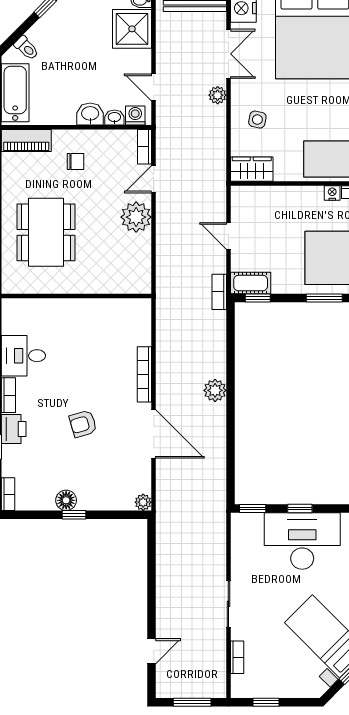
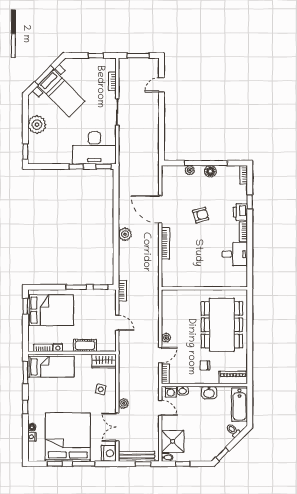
washbasin: (90, 114) -> (209, 393), moved
plant: (136, 217) -> (166, 338), width x0.53, depth x0.53
dining table: (46, 232) -> (222, 325), width x1.36, depth x1.24
cot: (251, 283) -> (85, 345), moved
window: (324, 298) -> (76, 287), moved
plant: (143, 502) -> (190, 170), moved
window: (74, 515) -> (206, 163), width x3.17
desk: (302, 541) -> (94, 148), moved

